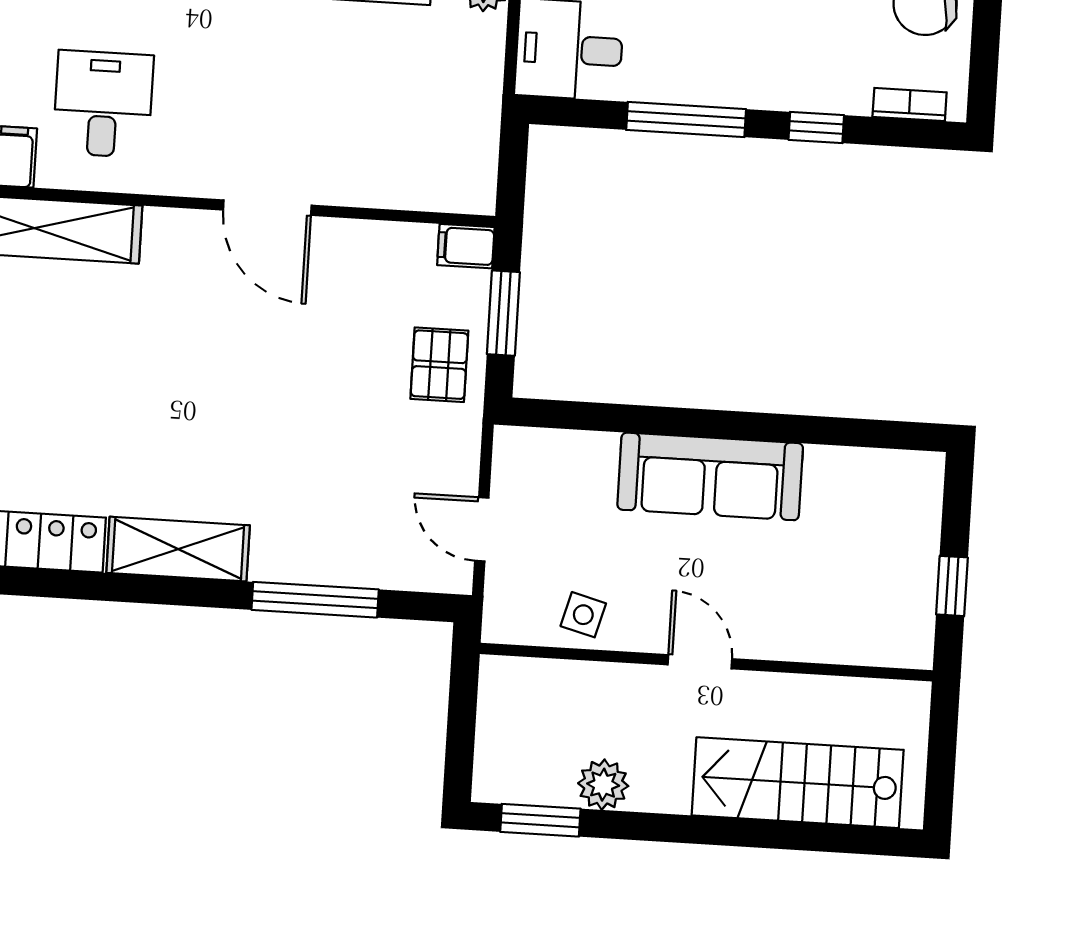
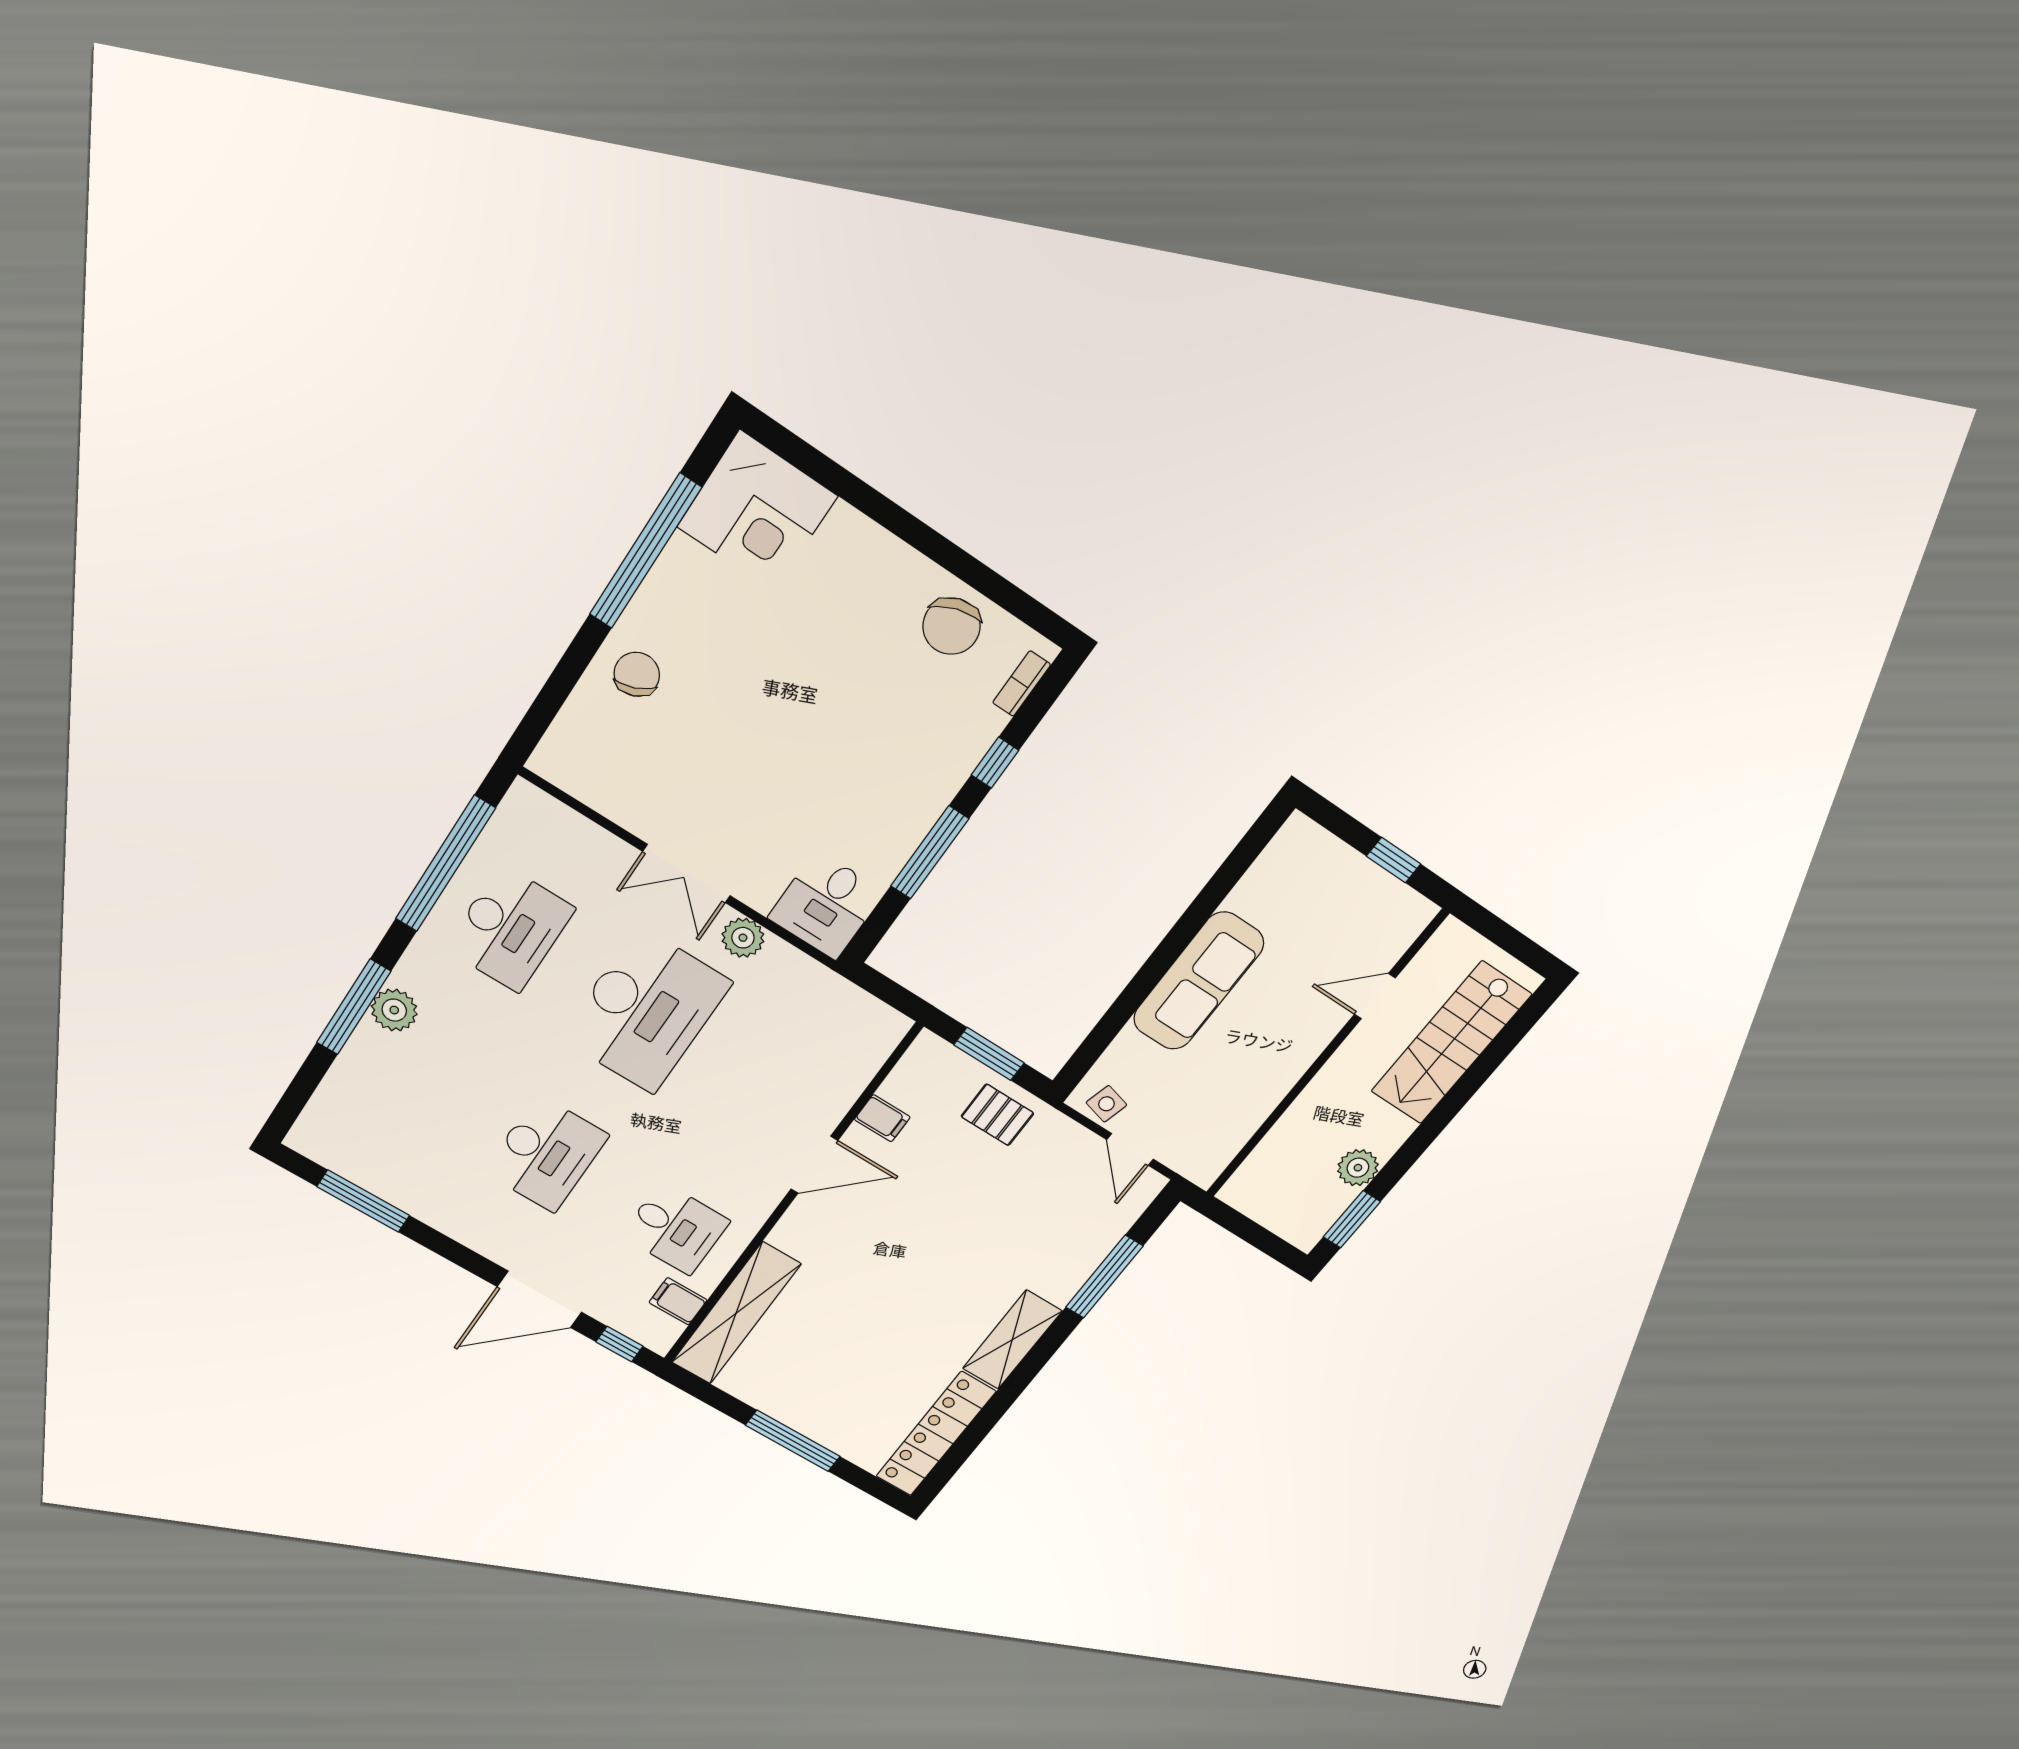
desk: (103, 104) -> (676, 1228), turned 180
filing cabinet: (466, 246) -> (882, 1118), moved, turned -90
door: (482, 529) -> (1130, 1149), hinge flipped
side table: (583, 615) -> (1106, 1104), moved
door: (700, 662) -> (1375, 996), moved

